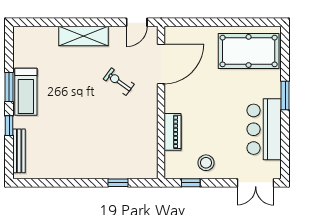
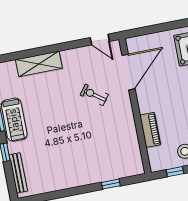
door: (137, 22) -> (100, 39), hinge flipped
shelving: (83, 36) -> (39, 64), moved

